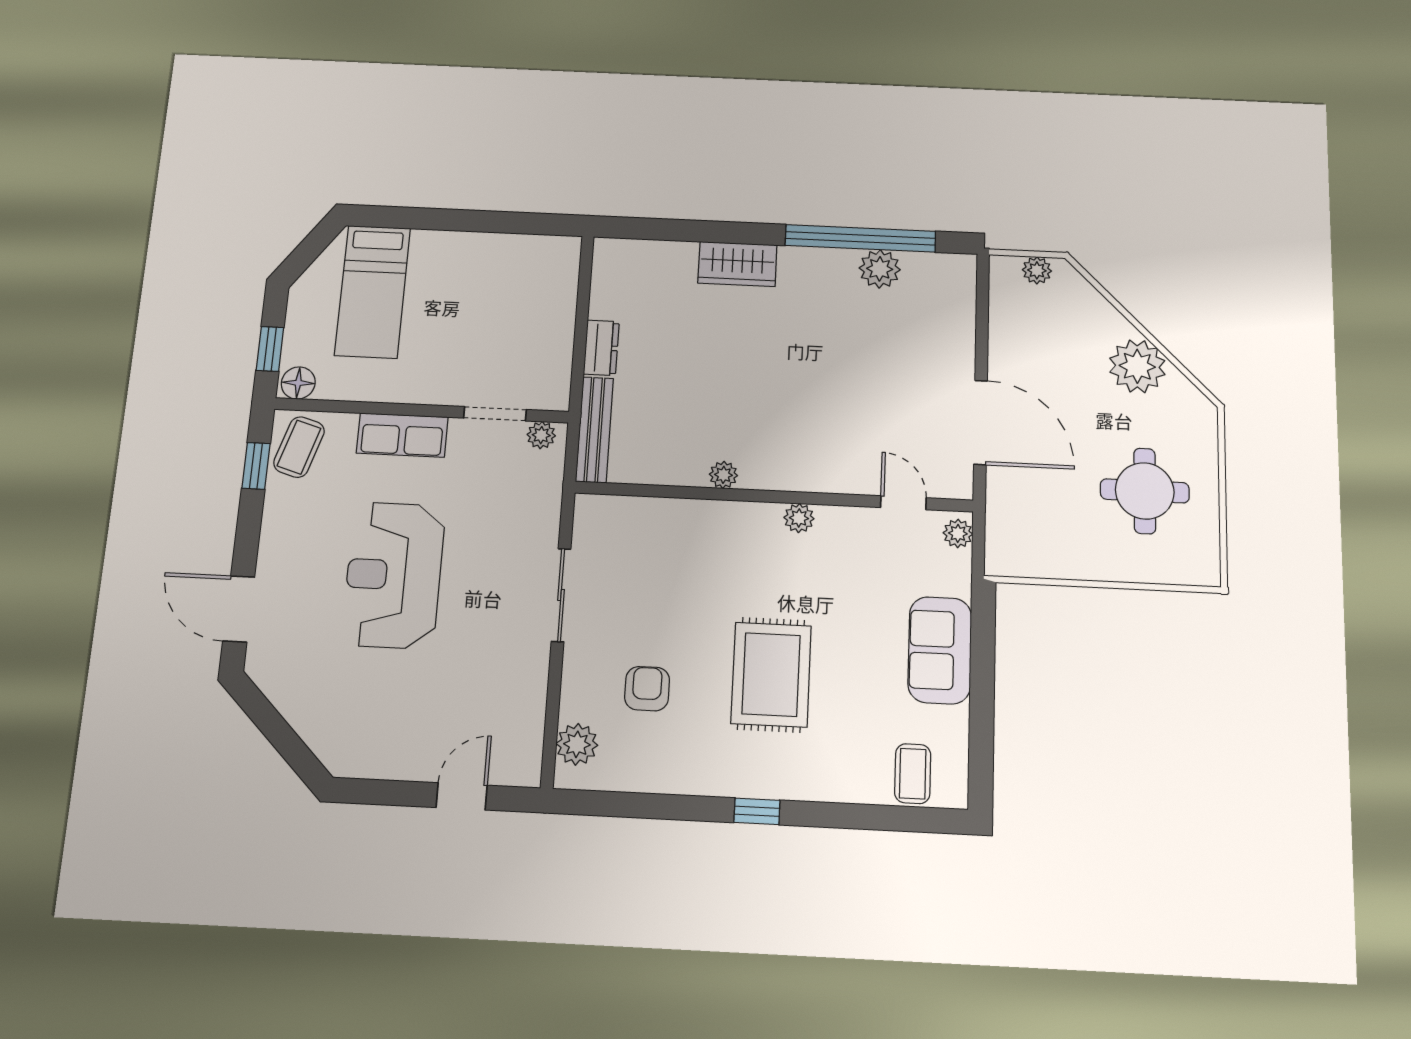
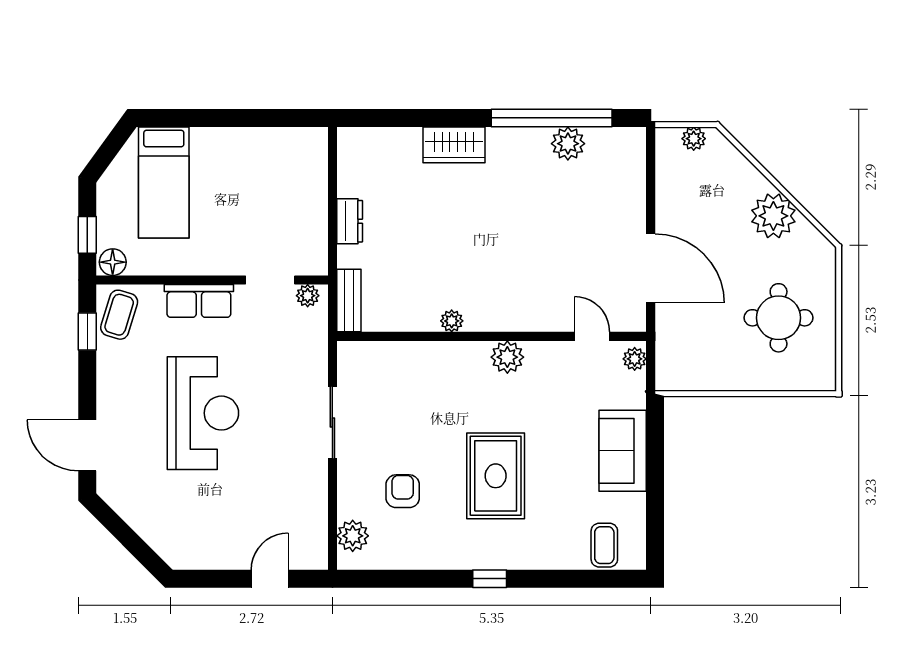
bench: (594, 430) -> (349, 301), width x0.73
plant: (799, 518) -> (507, 357), width x1.38, depth x1.38
reception desk: (394, 575) -> (203, 413), turned 180

